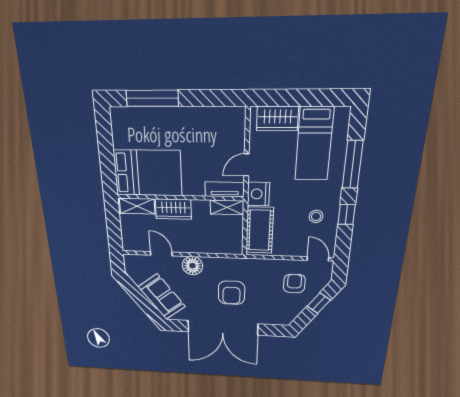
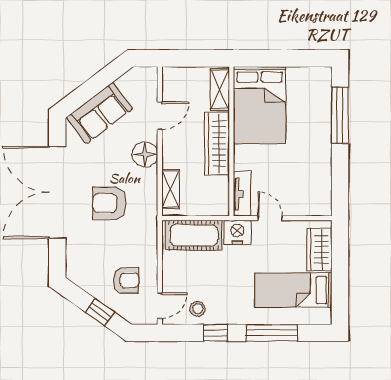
shelving: (227, 207) -> (170, 189), moved
wardrobe: (173, 209) -> (217, 144), width x1.50
stool: (316, 216) -> (198, 309), moved

